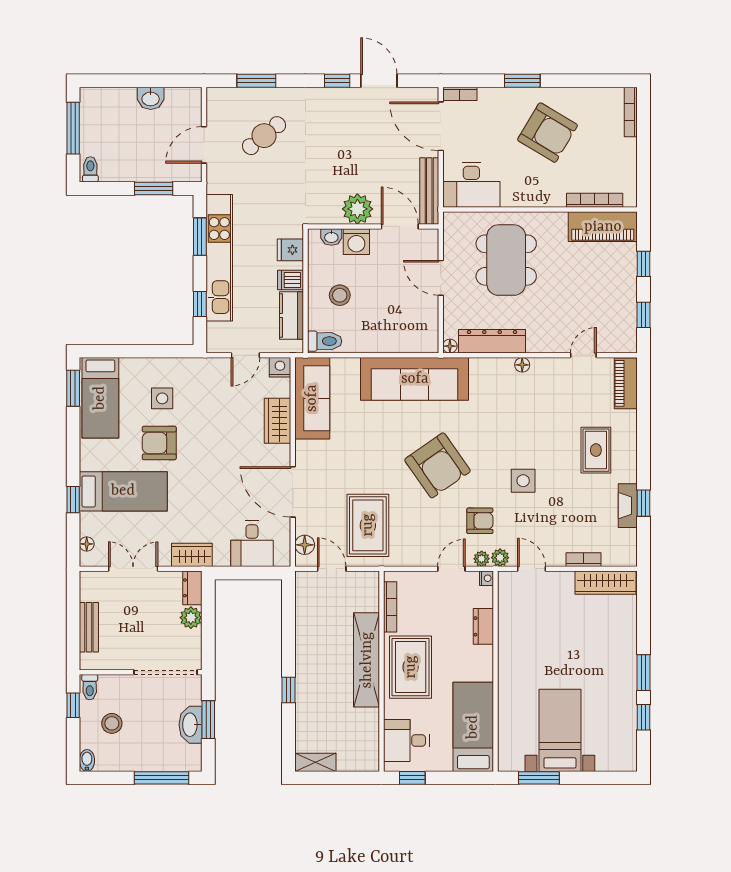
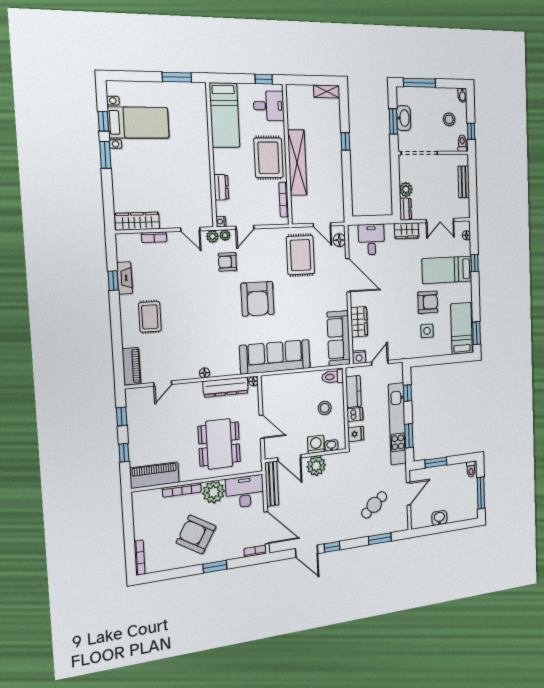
plant: (518, 191) -> (214, 492), added
bookcase: (595, 200) -> (182, 490), moved
armchair: (437, 465) -> (257, 299), turned -145
side table: (523, 481) -> (200, 292), removed
bed with nightstands: (560, 730) -> (138, 123), moved, turned -90

